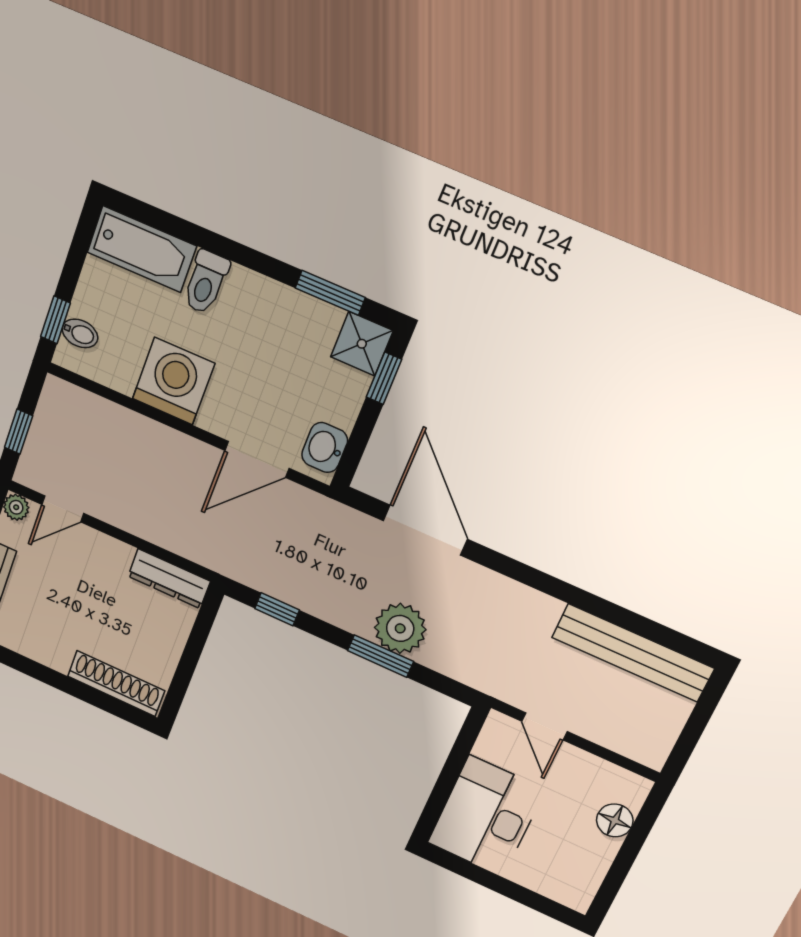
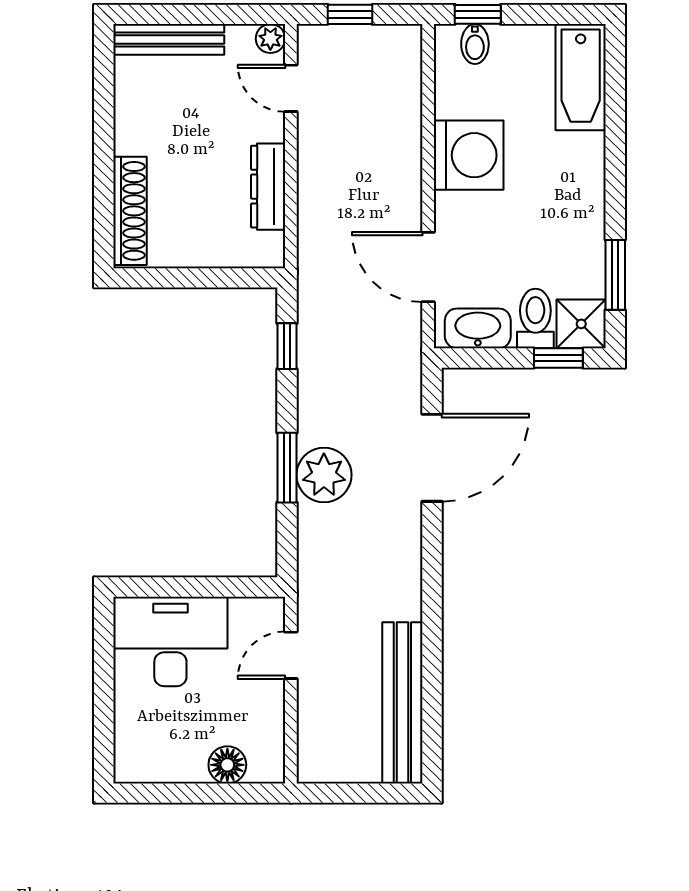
toilet: (206, 282) -> (535, 318), moved, turned 90
washbasin: (325, 448) -> (478, 328), width x1.38
dresser: (169, 579) -> (268, 187), moved

